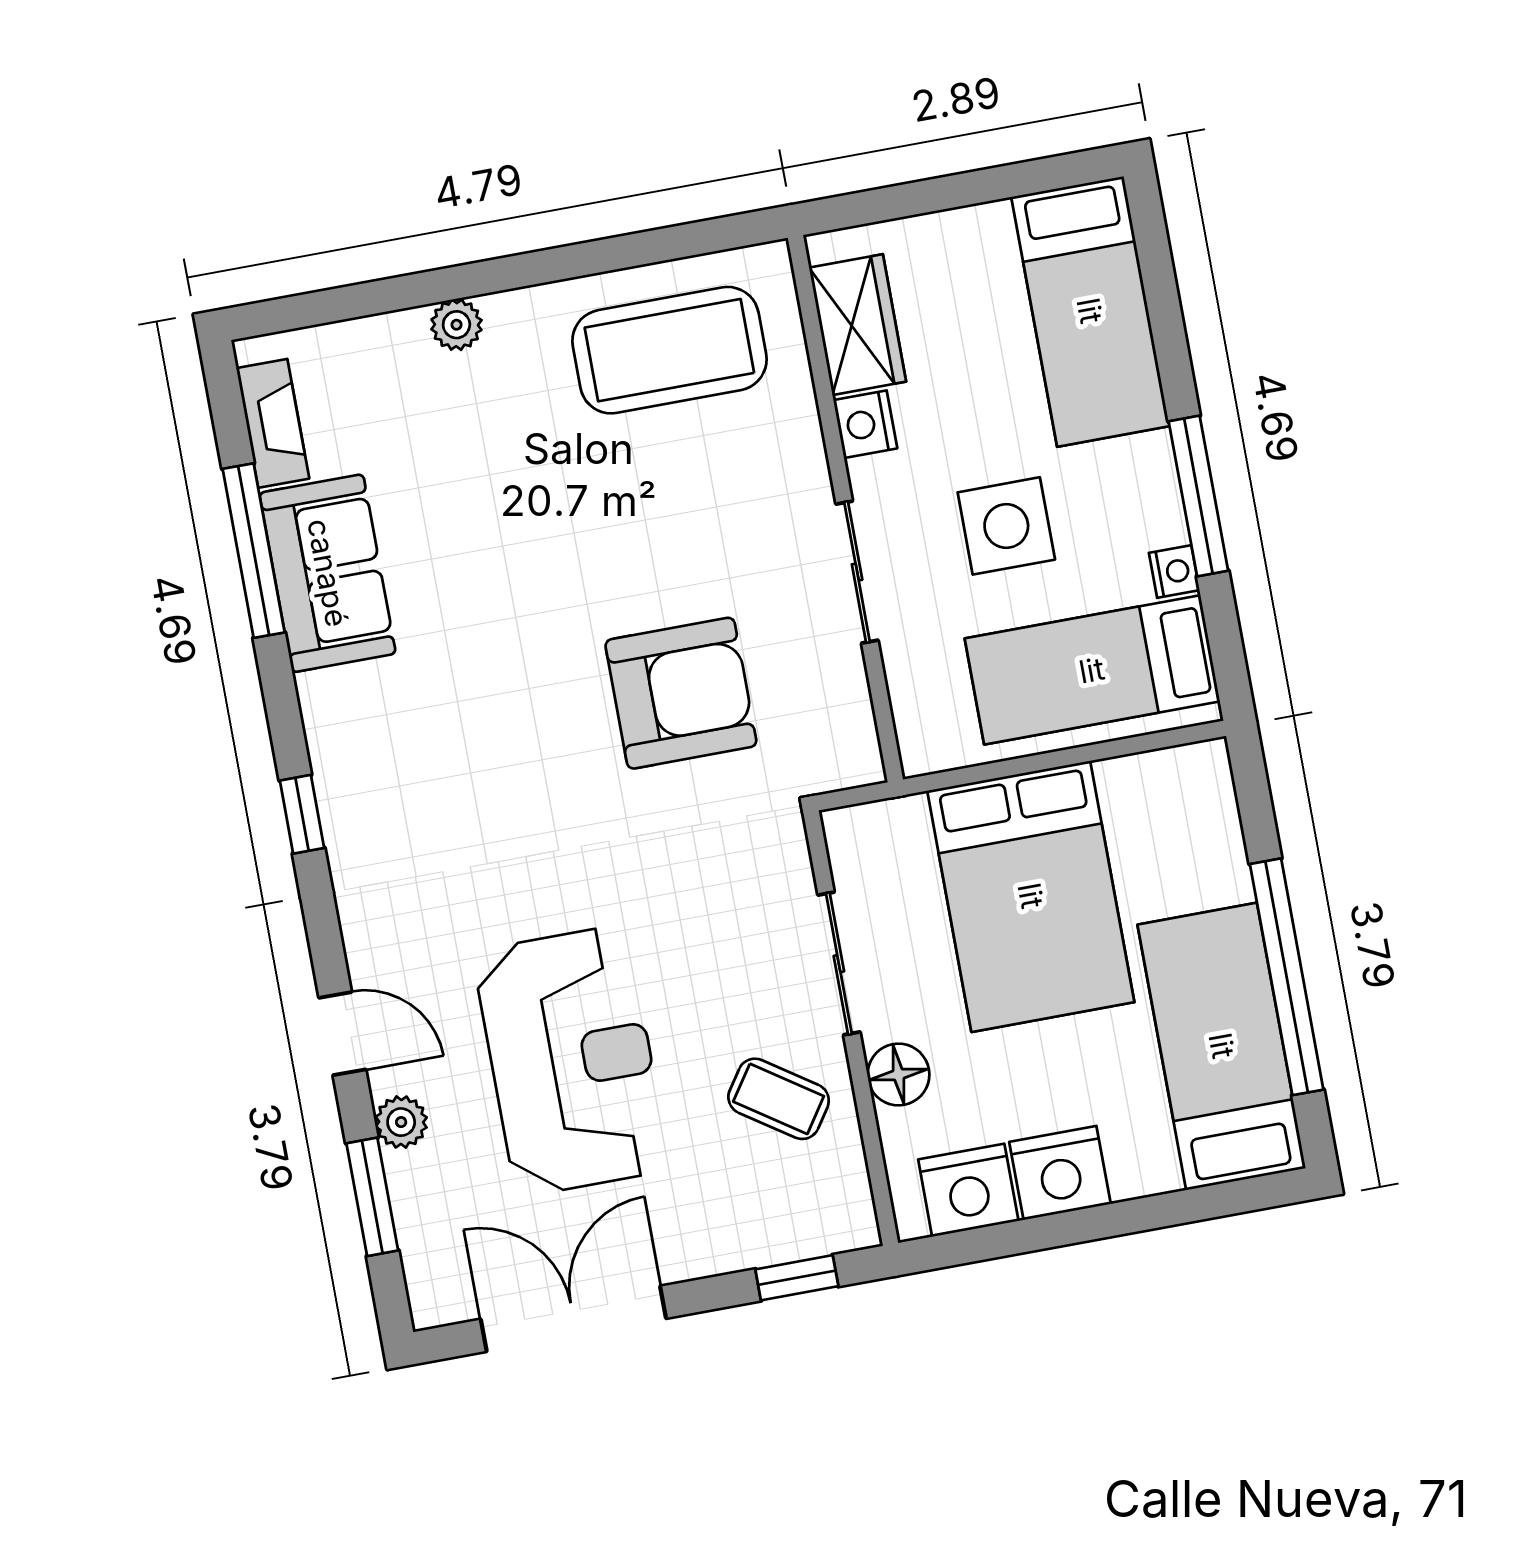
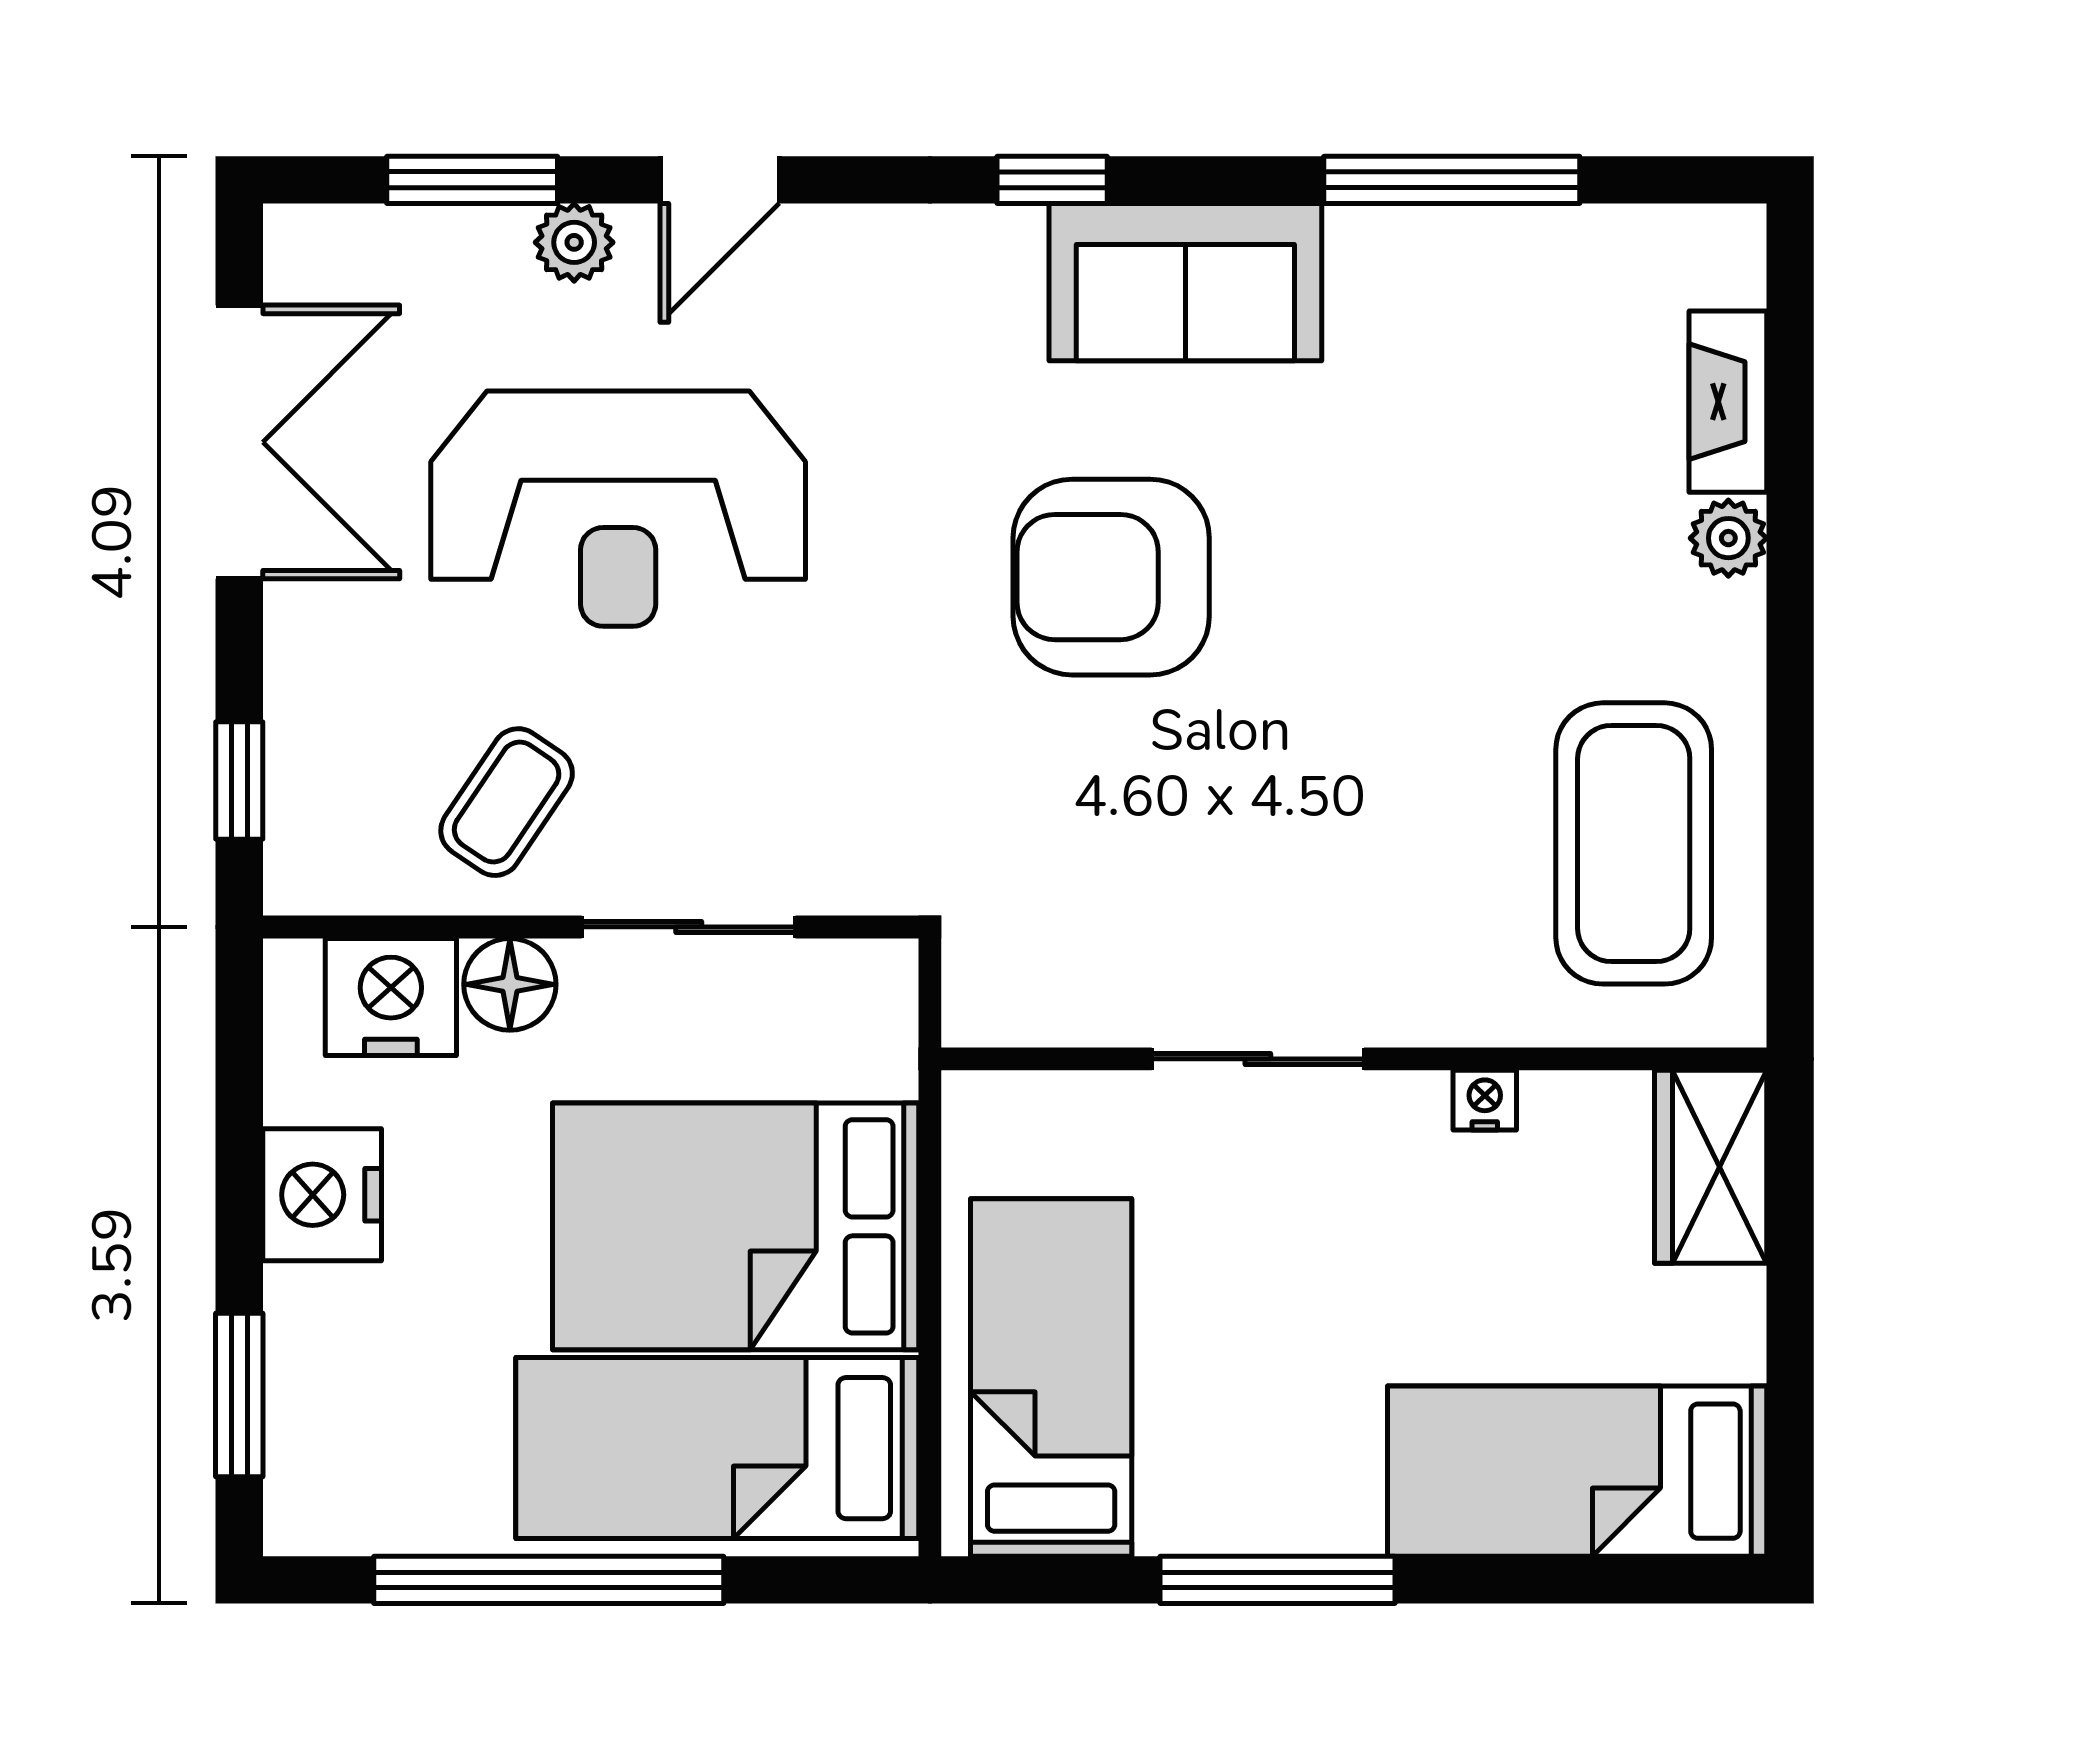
wardrobe: (858, 325) -> (1711, 1167), moved, turned 90
fireplace: (273, 423) -> (1728, 402), moved, turned 90
nightstand: (865, 424) -> (1485, 1100), width x0.72, depth x0.74
side table: (1006, 526) -> (1285, 1290), removed
nightstand: (1174, 571) -> (1173, 1524), removed
sofa: (328, 573) -> (1185, 282), moved
armchair: (681, 693) -> (1111, 577), moved, turned 90
bed: (1222, 1046) -> (717, 1448), moved, turned 180
nightstand: (968, 1190) -> (391, 997), moved, turned 90
window: (1202, 1203) -> (239, 1395), added

